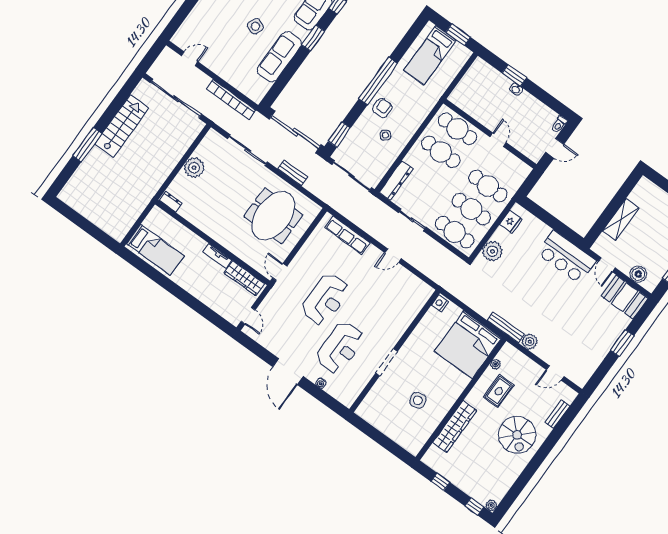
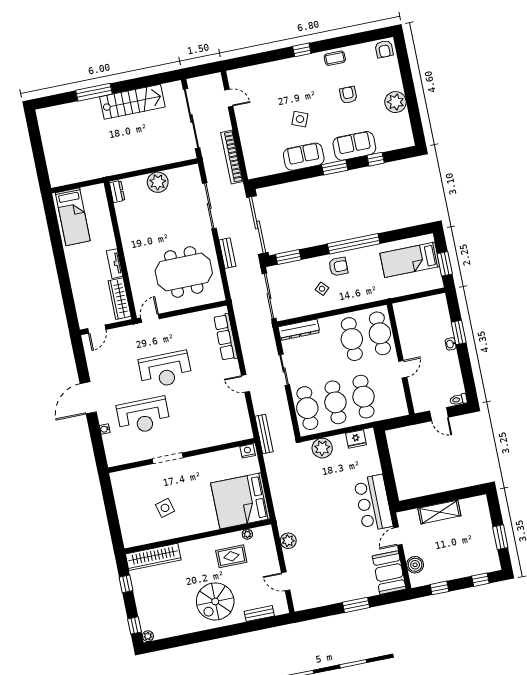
sofa: (279, 57) -> (304, 157), width x0.73
bench: (506, 327) -> (264, 434), moved
wardrobe: (455, 427) -> (153, 557), moved

